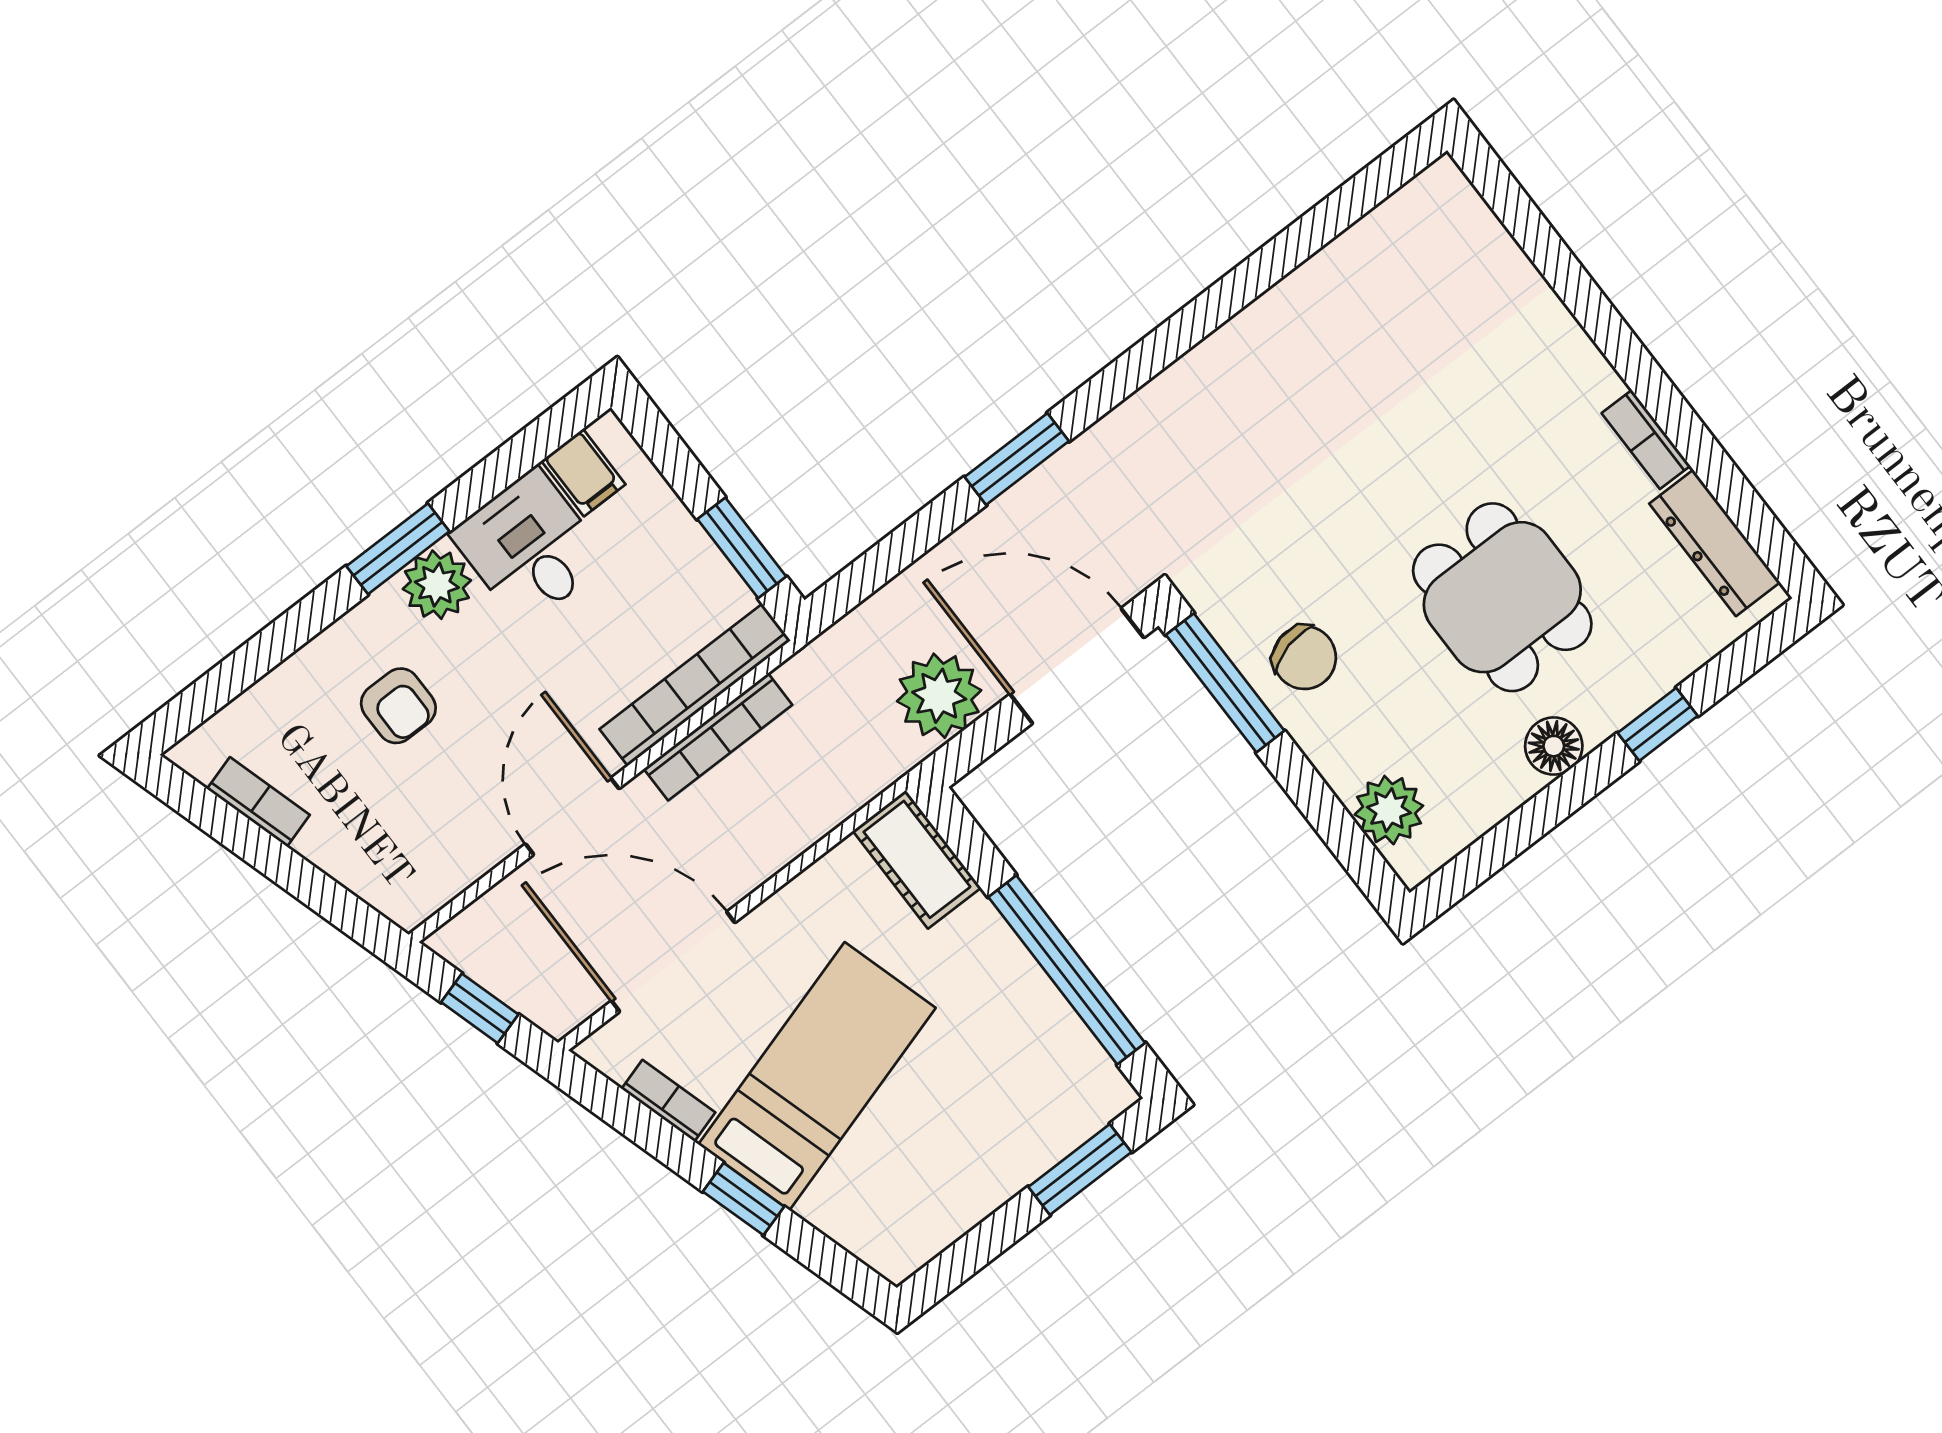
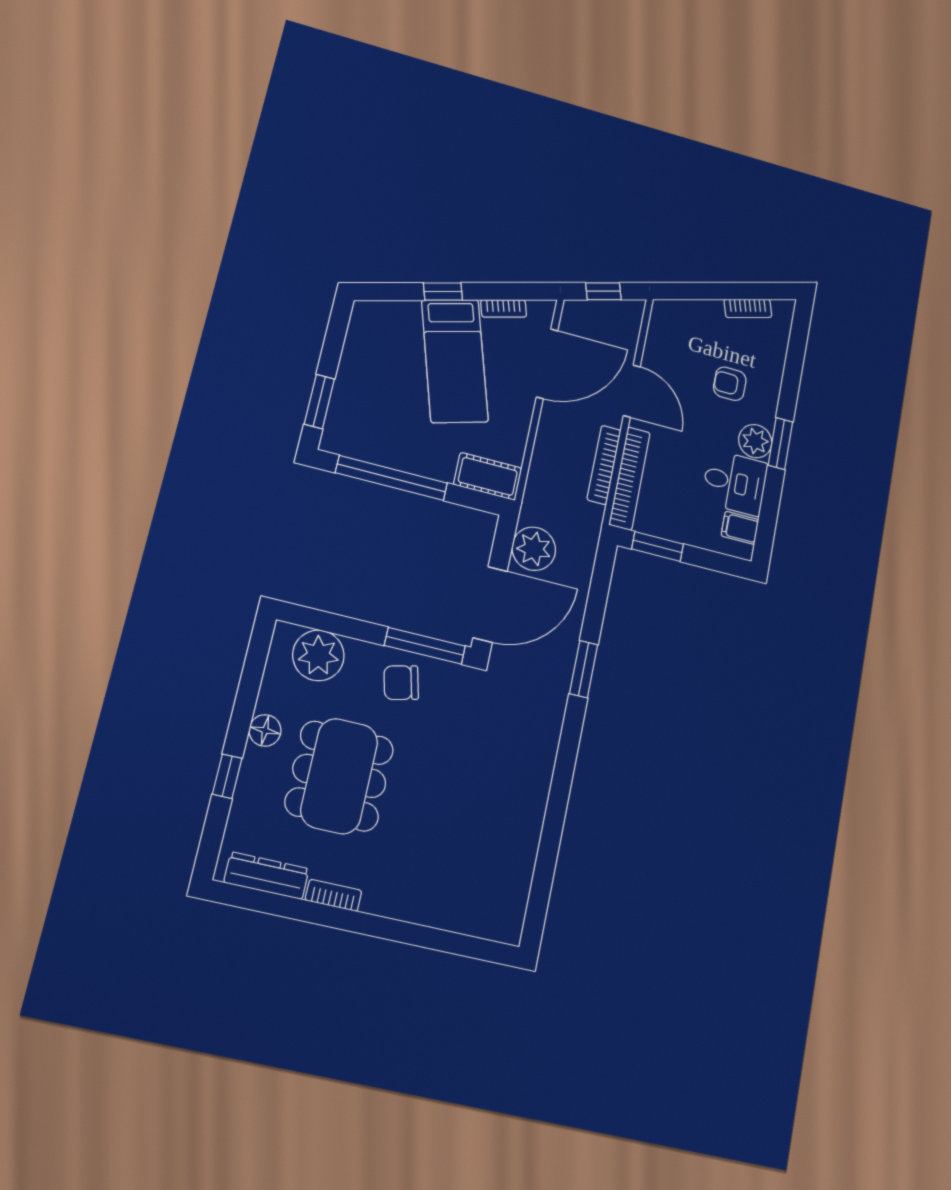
dining table: (1502, 597) -> (339, 776), width x1.38
plant: (1389, 810) -> (318, 655), width x1.36, depth x1.36

